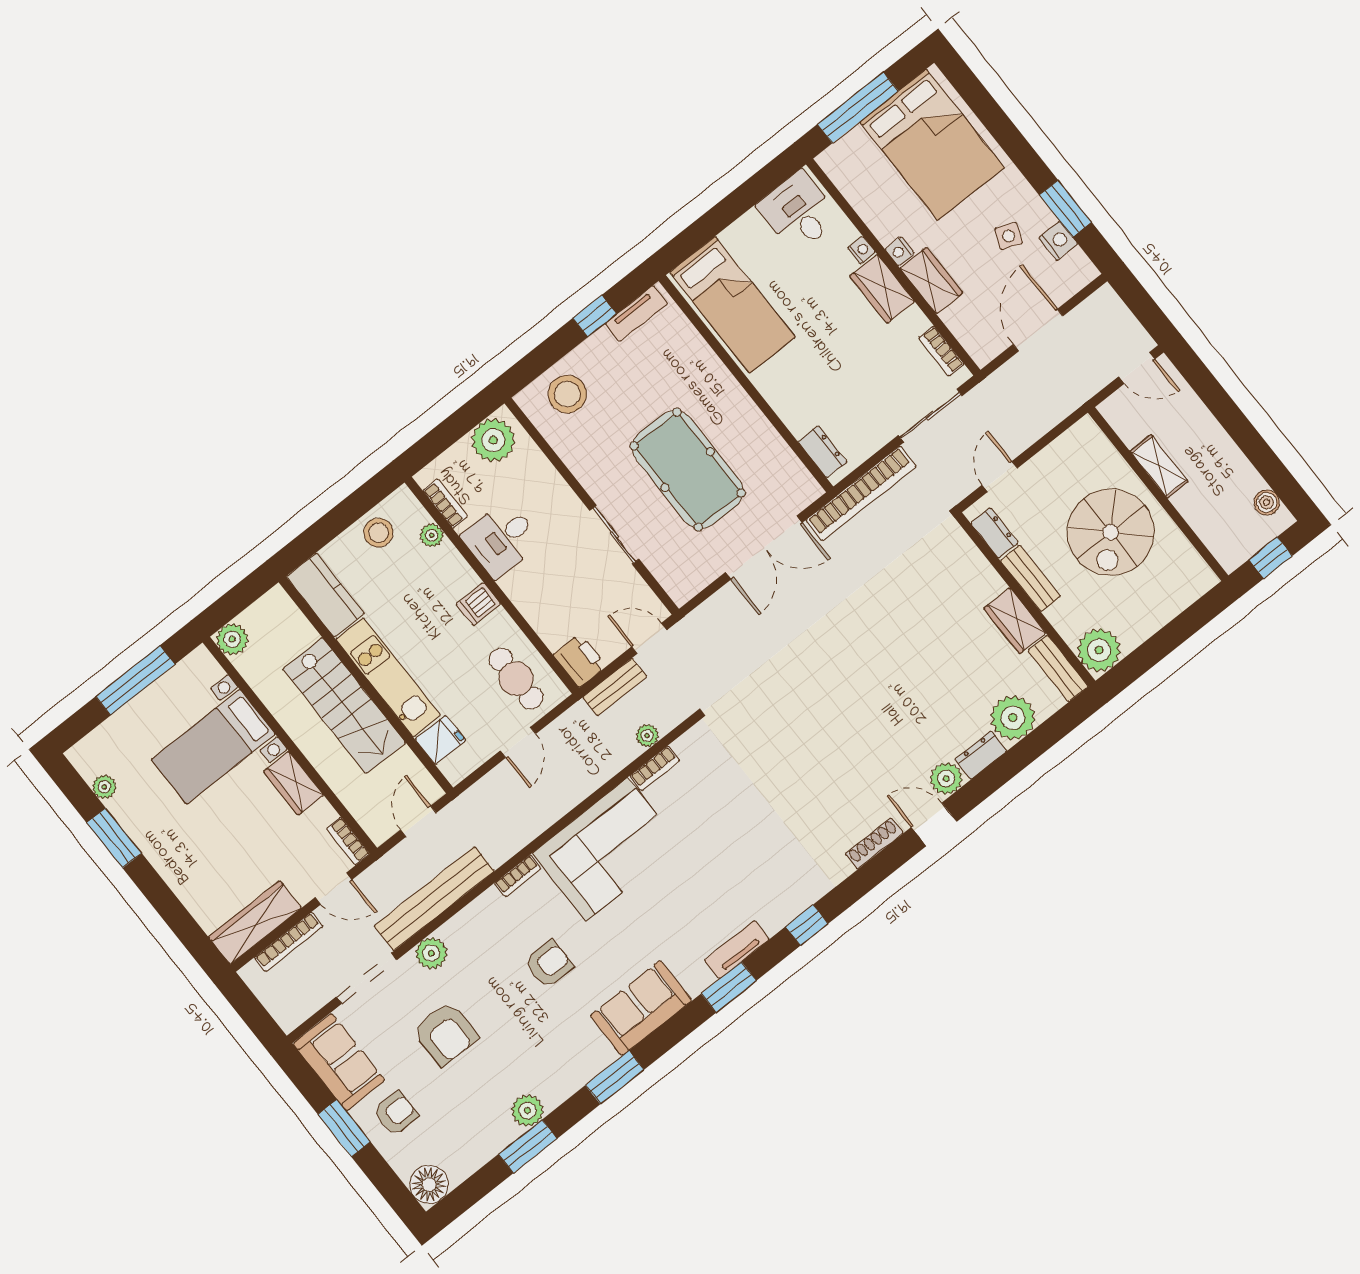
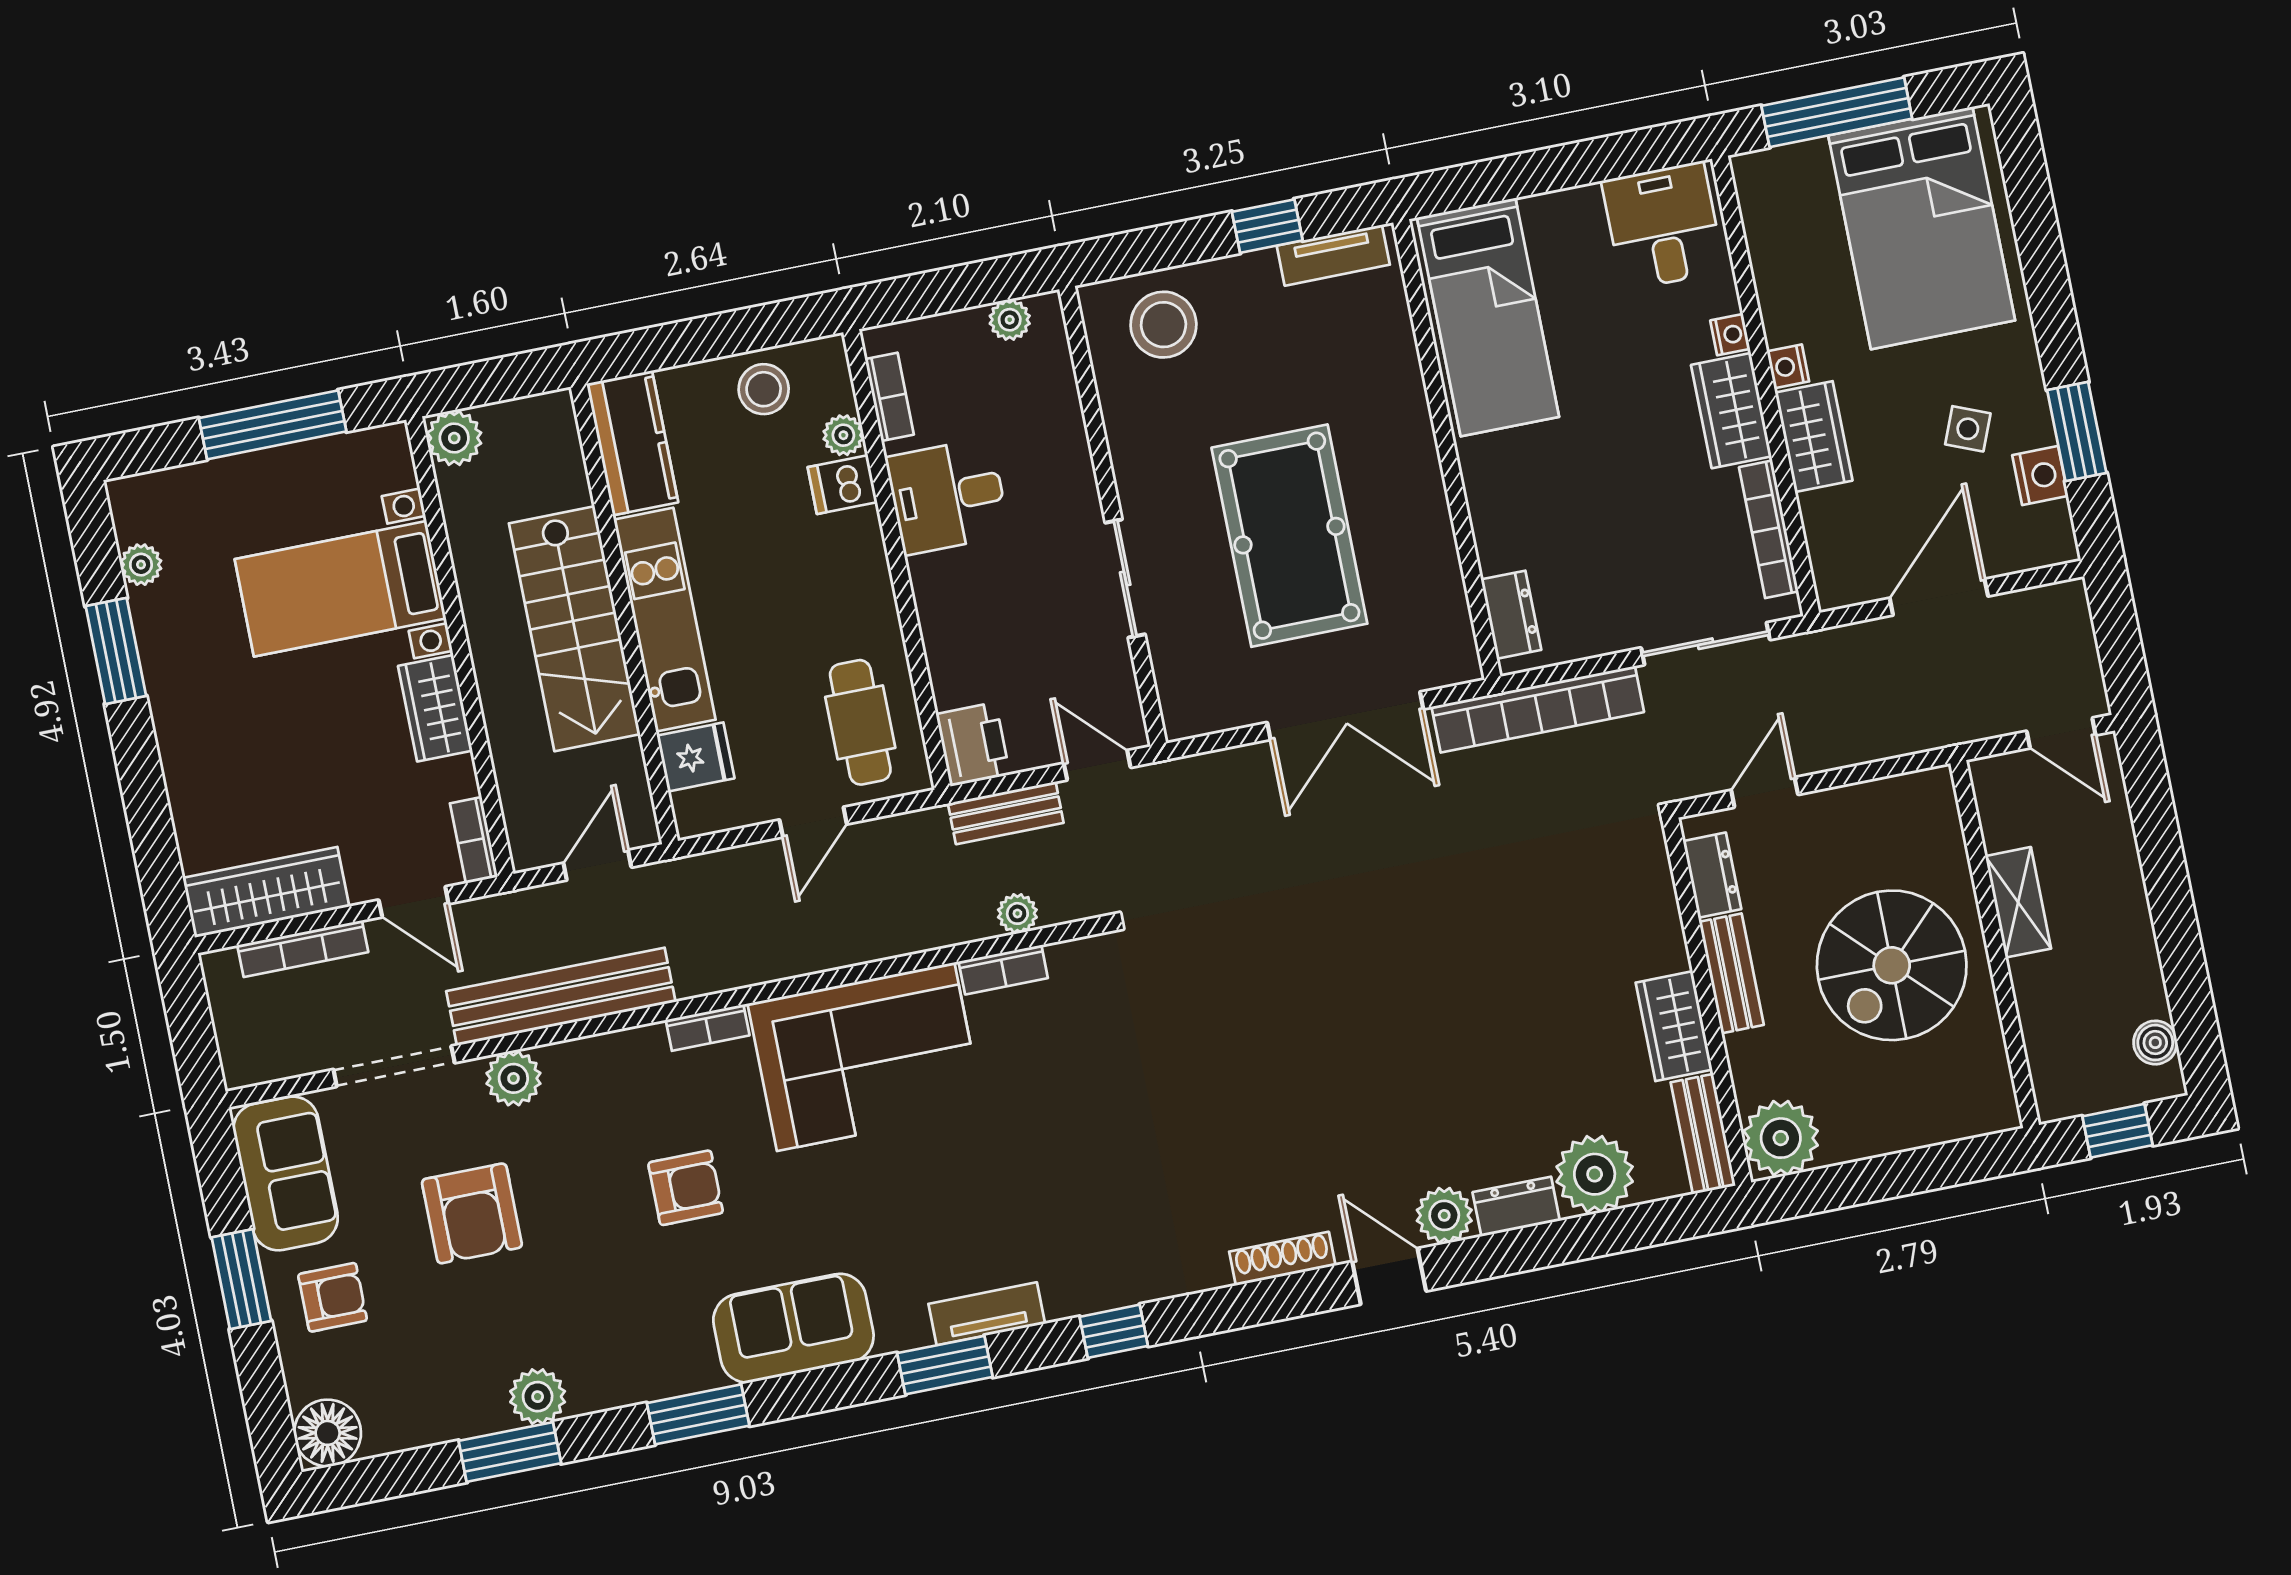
bookcase: (941, 351) -> (1769, 529), width x1.56
plant: (493, 440) -> (1010, 320), width x0.53, depth x0.53
dishwasher: (478, 604) -> (842, 485), moved

